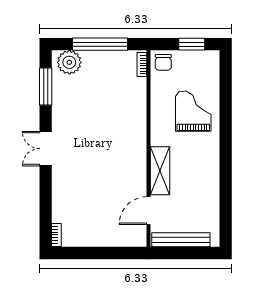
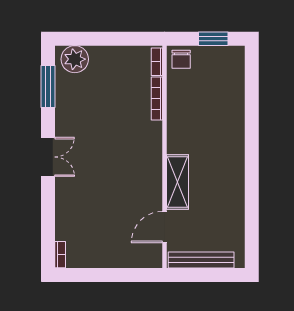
window: (100, 44) -> (110, 39), removed
bookcase: (142, 97) -> (157, 98), added
grand piano: (193, 111) -> (215, 114), removed
double door: (46, 149) -> (48, 157), swing flipped

